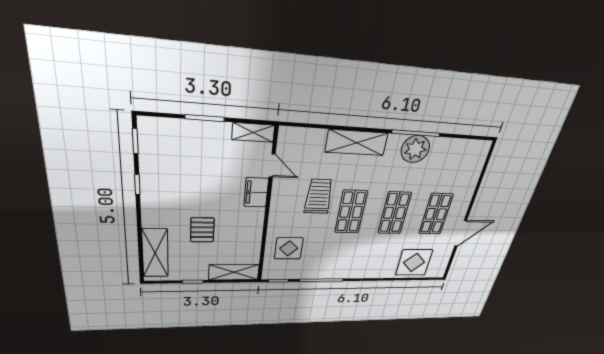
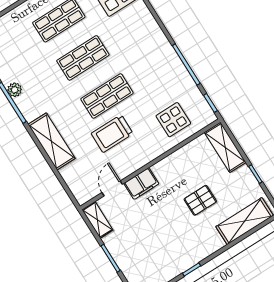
plant: (415, 149) -> (15, 90), width x0.53, depth x0.53

